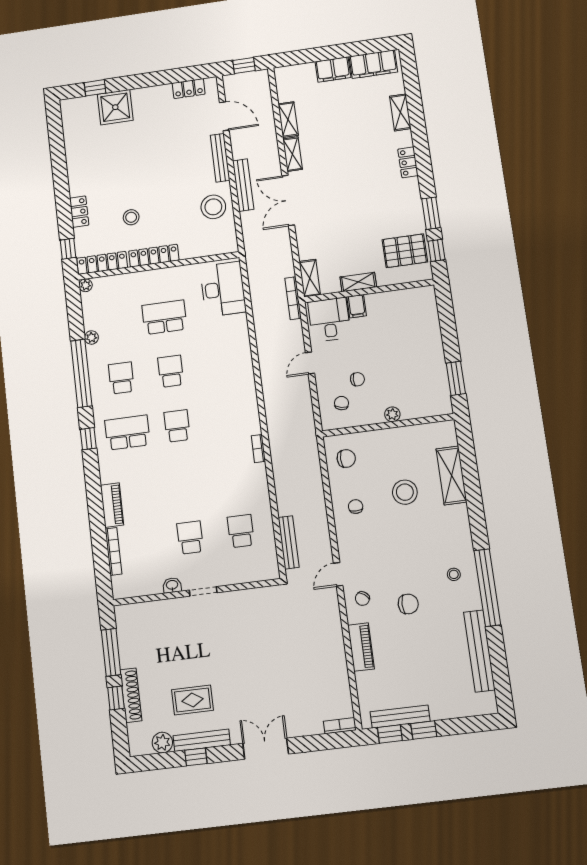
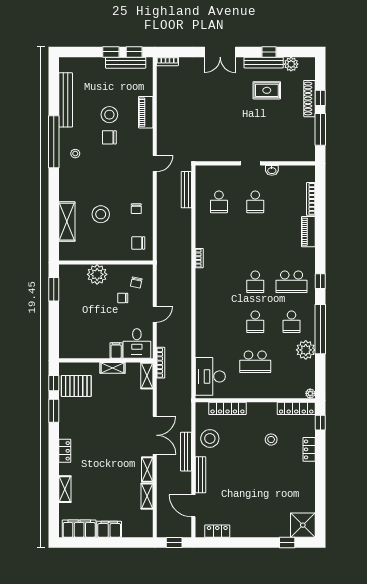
shower: (115, 107) -> (303, 525), moved
locker: (154, 256) -> (227, 408), moved
plant: (91, 338) -> (306, 350), width x1.88, depth x1.88
plant: (392, 414) -> (97, 274), width x1.87, depth x1.87
chair: (362, 599) -> (140, 145), removed
stool: (413, 637) -> (109, 115), added

